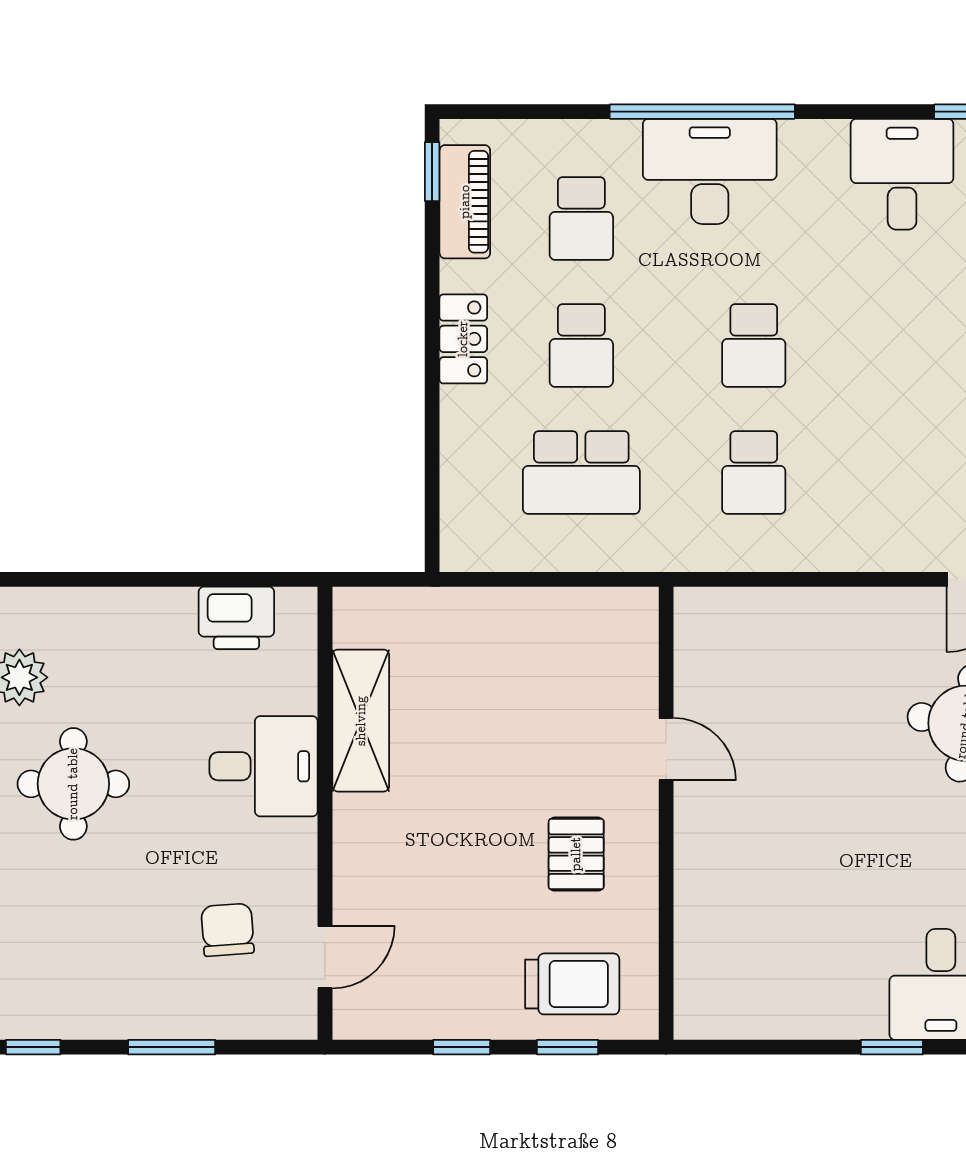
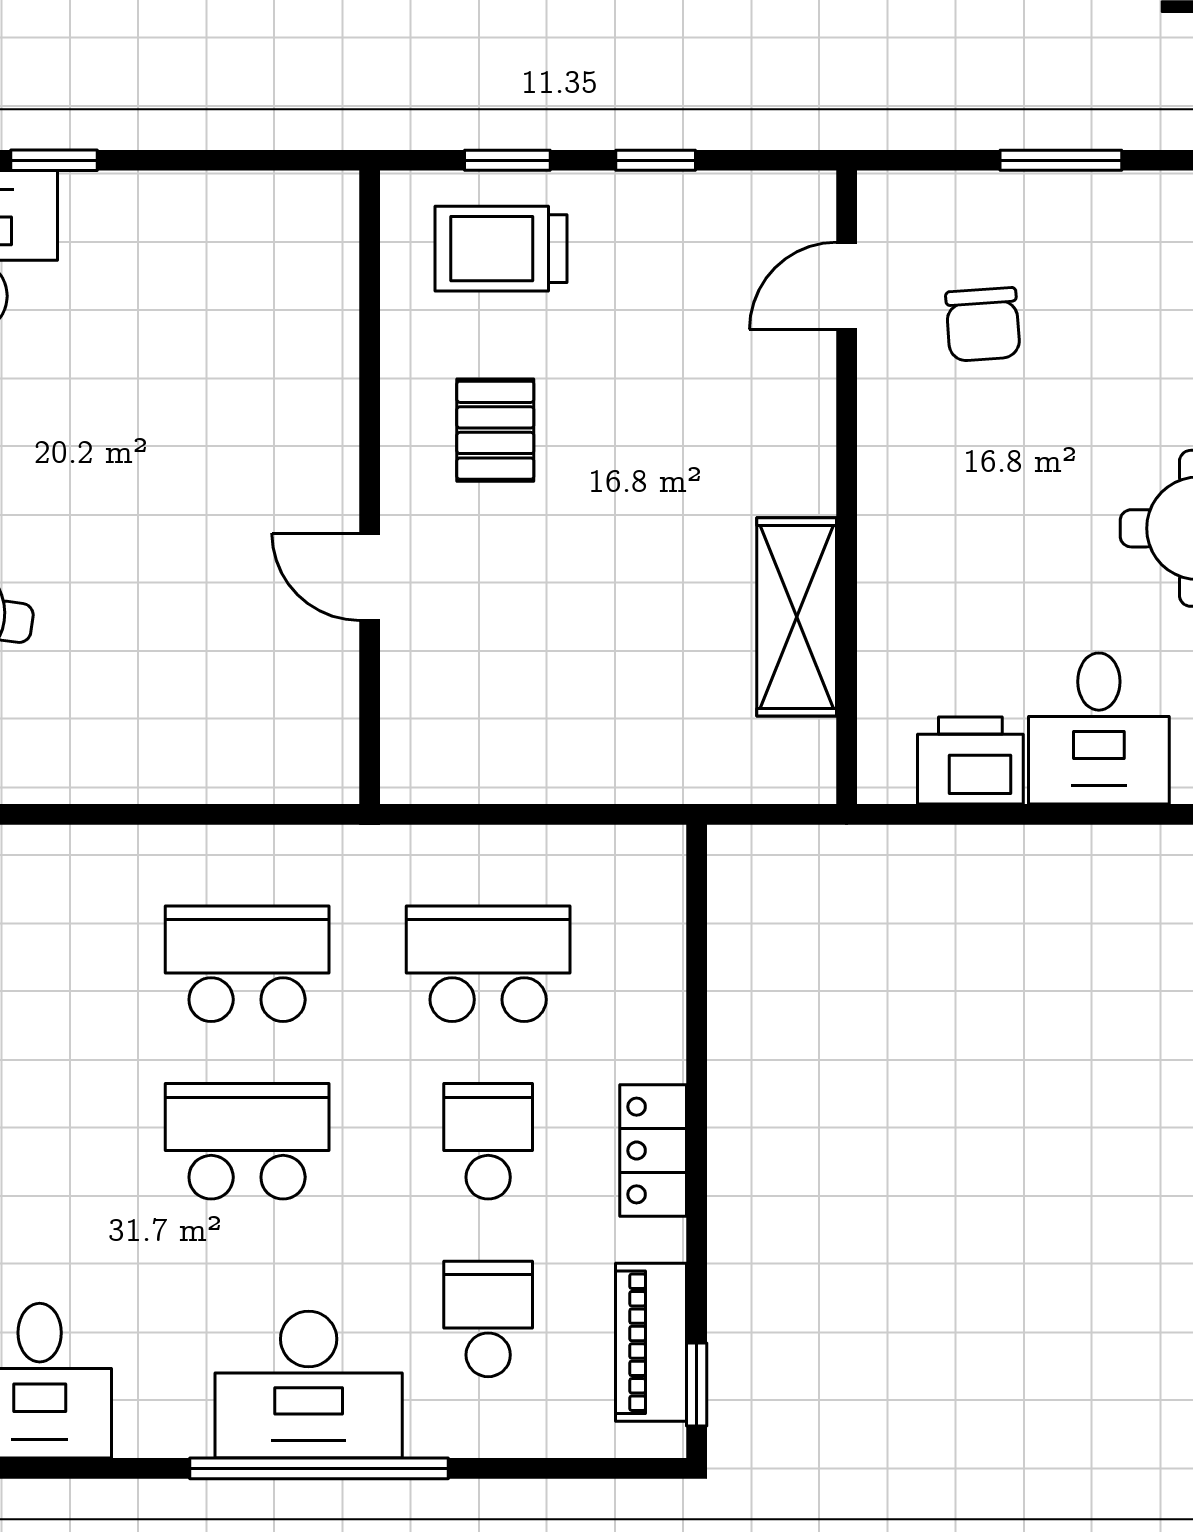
school desk: (754, 345) -> (247, 1141), width x1.85
school desk: (754, 472) -> (247, 964), width x1.85
desk: (264, 766) -> (1099, 728), moved, turned -90

